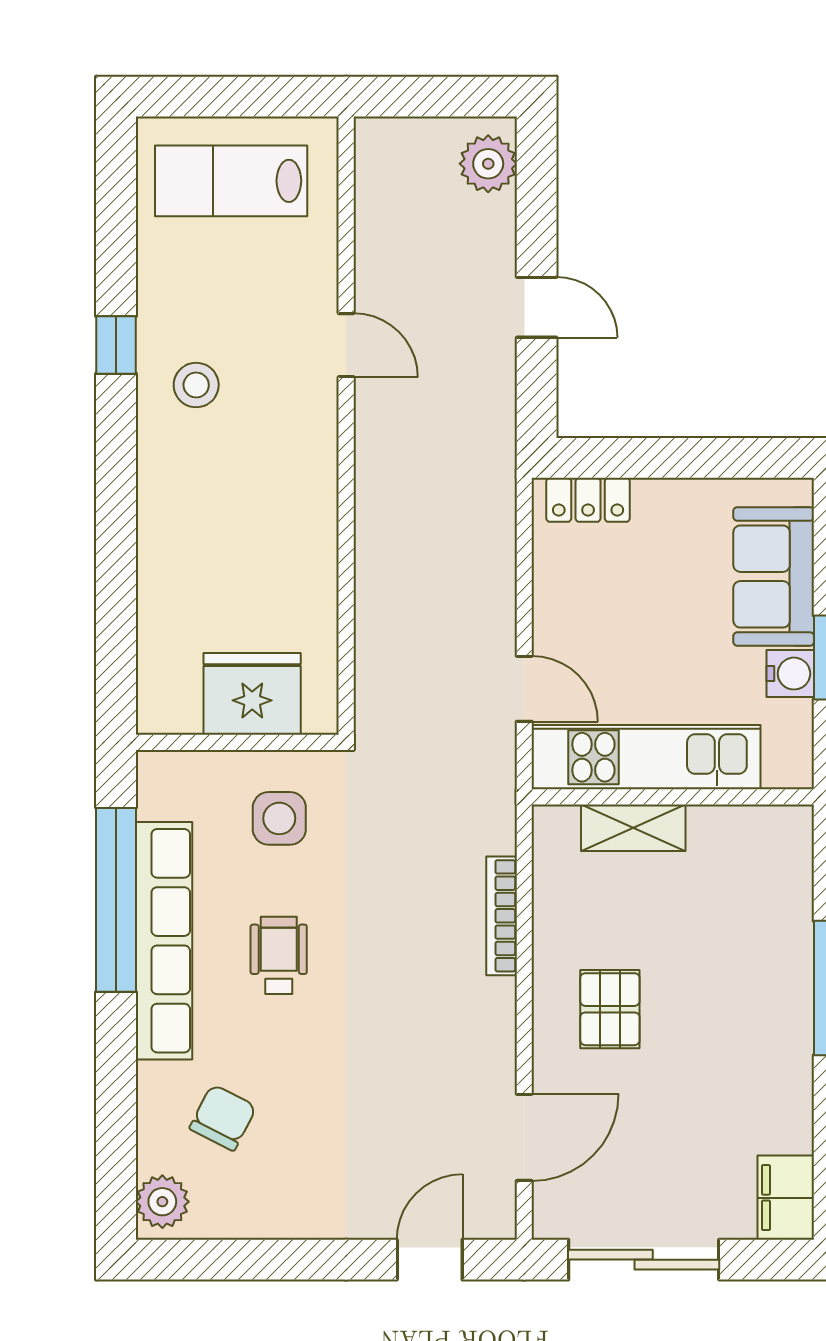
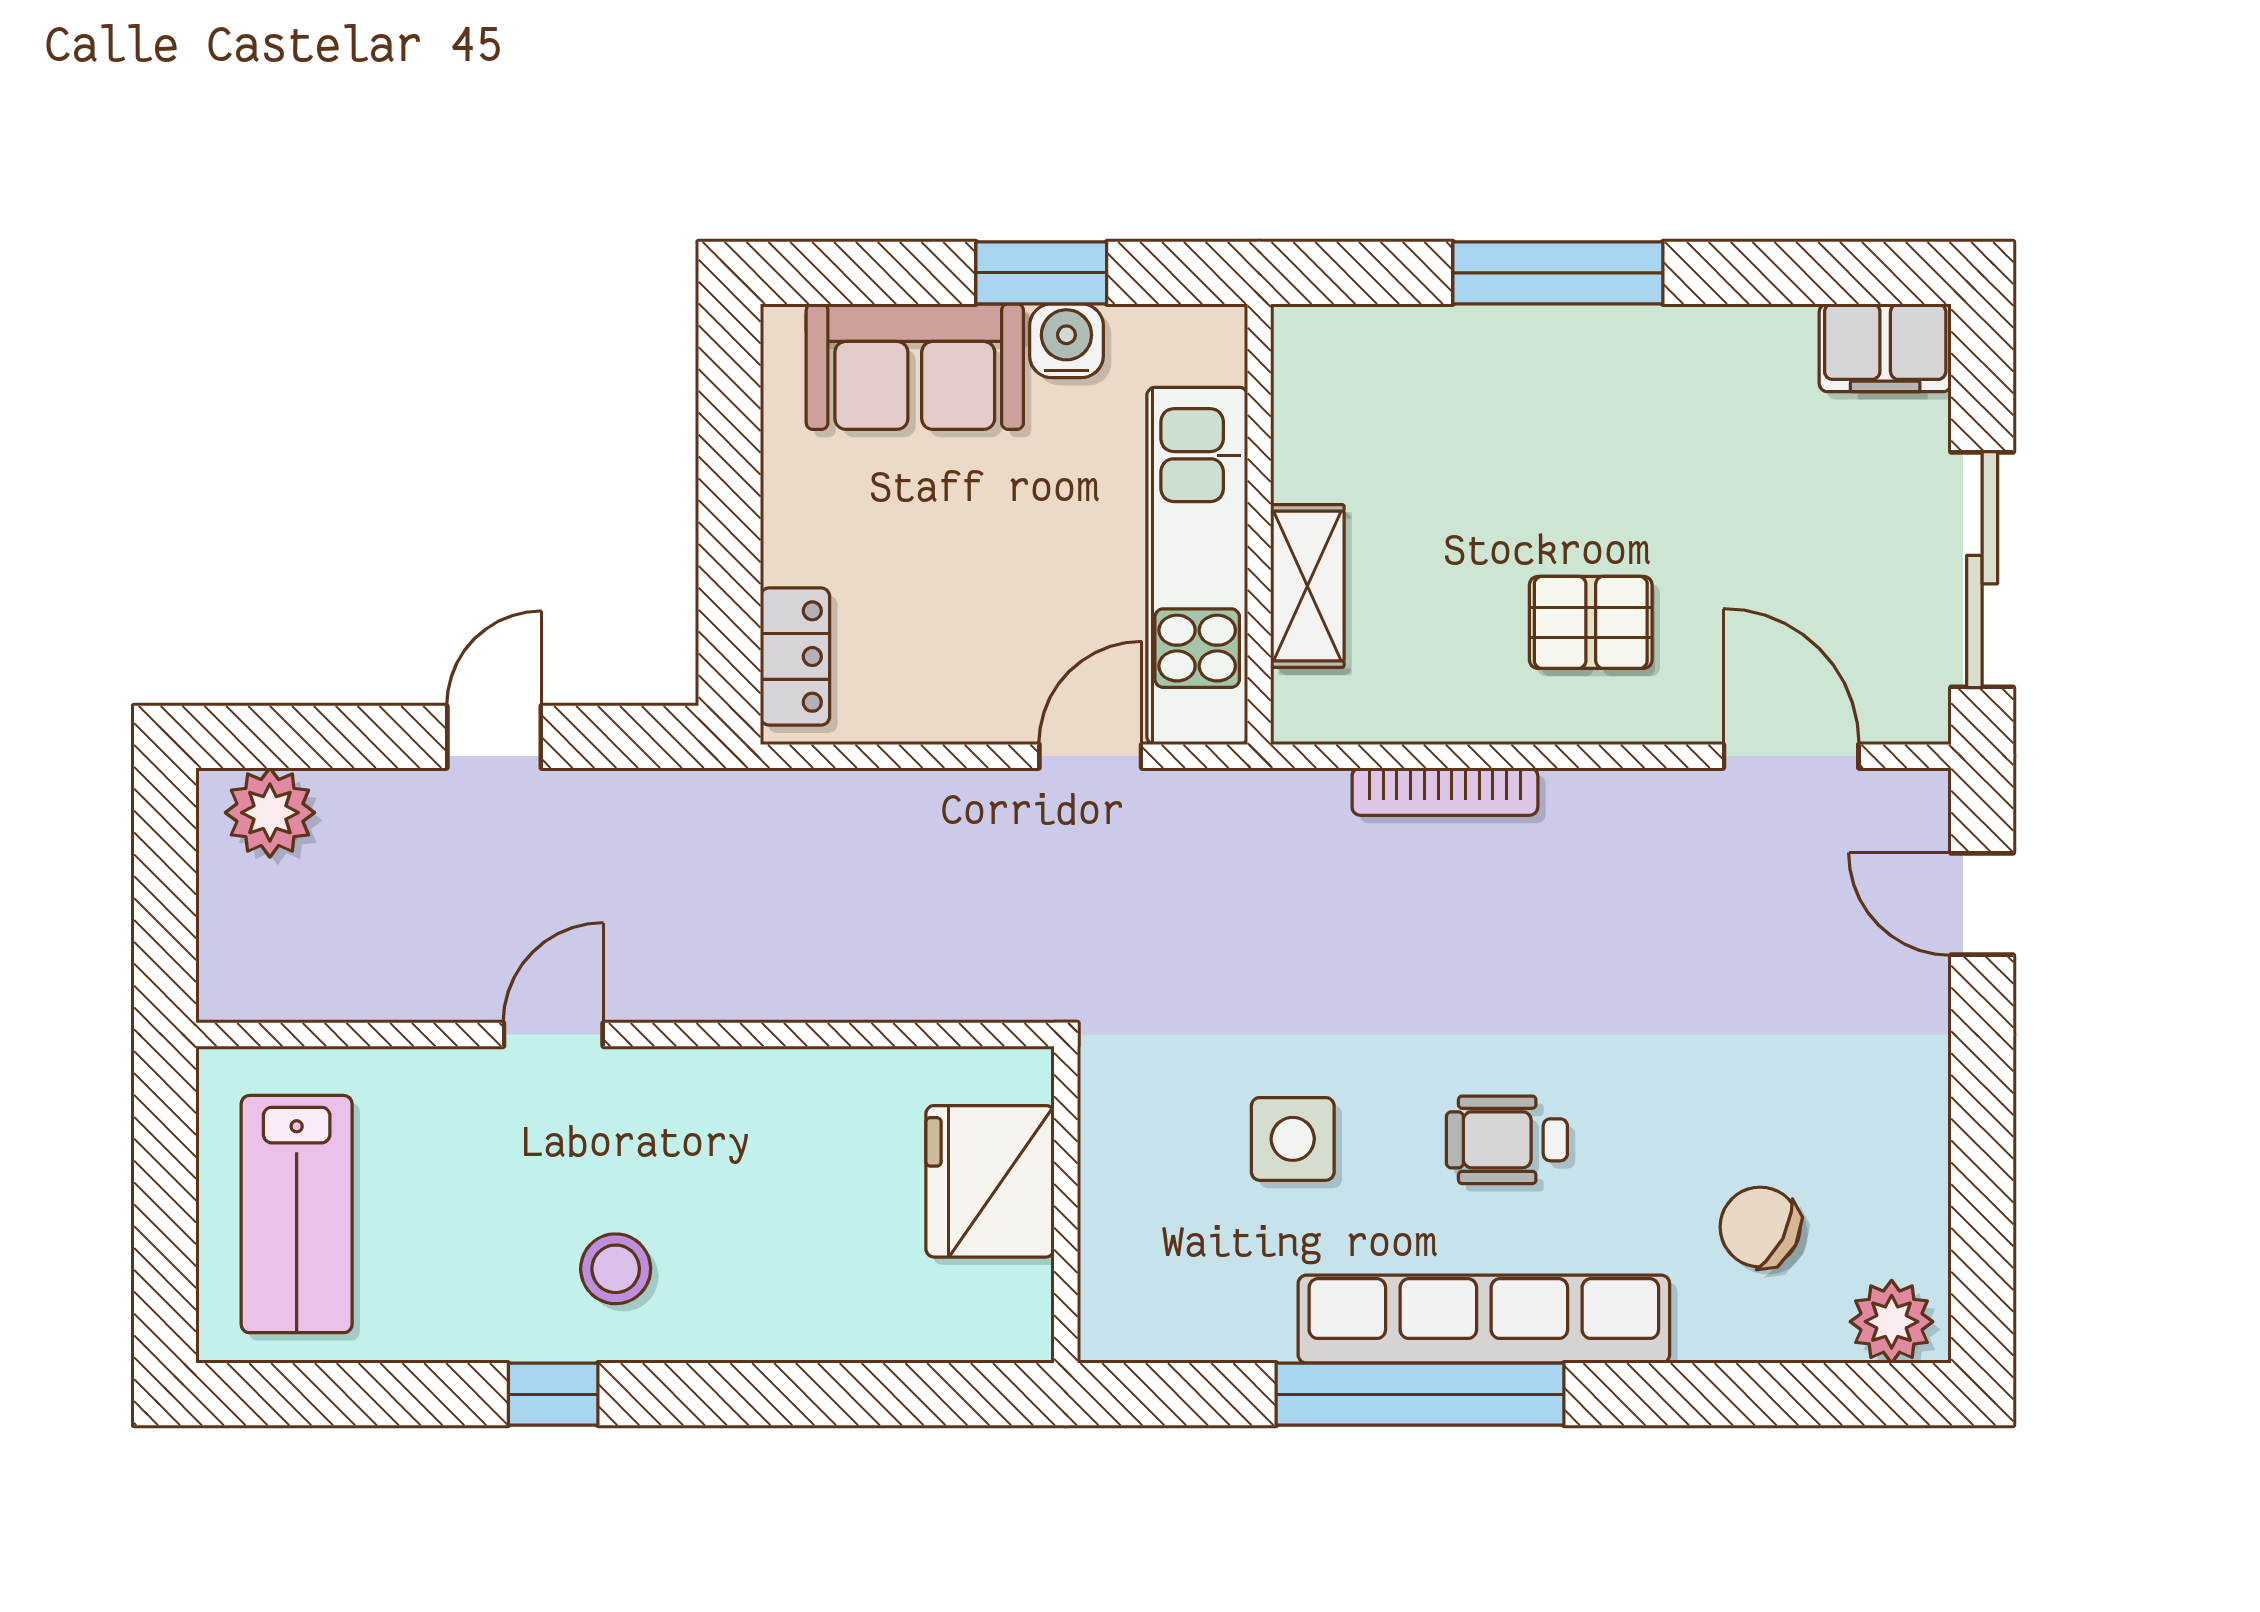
fridge: (252, 694) -> (990, 1181), moved
wall: (237, 742) -> (1066, 1205), moved

